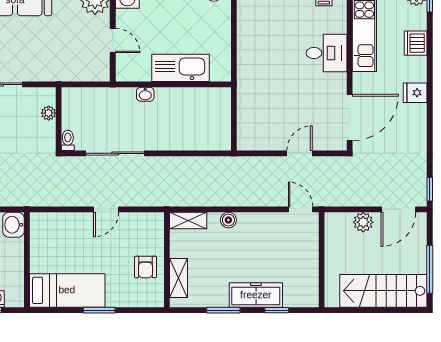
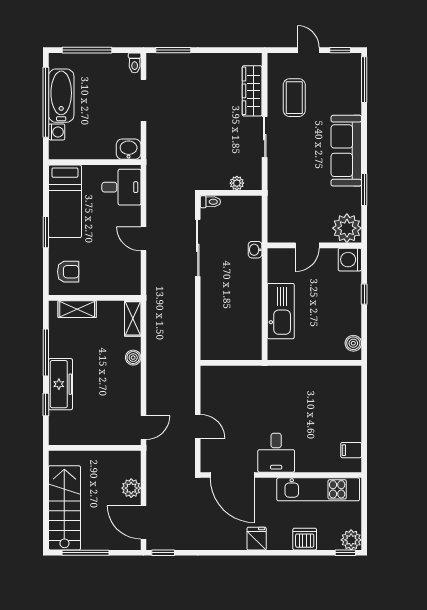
desk: (327, 53) -> (276, 453), moved
washbasin: (145, 94) -> (255, 250), moved
desk: (53, 232) -> (121, 187), added
armchair: (145, 267) -> (68, 272), moved, turned 180
window: (223, 310) -> (46, 353), width x1.44

